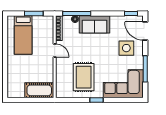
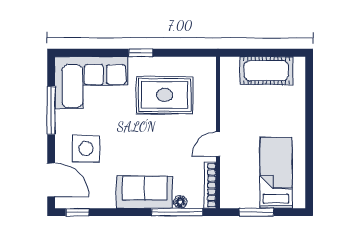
door: (55, 50) -> (218, 144), hinge flipped
rug: (84, 77) -> (165, 95), turned 90
cot: (39, 90) -> (266, 71), moved

